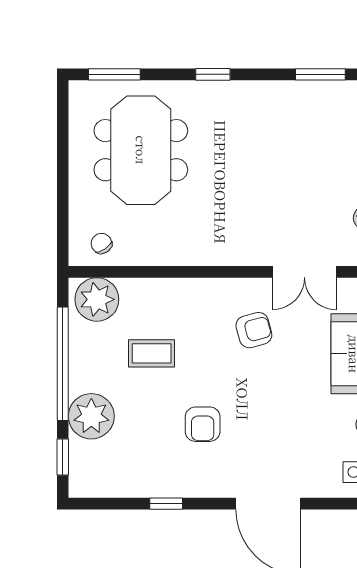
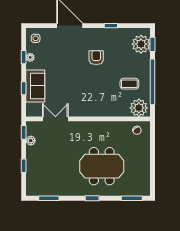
meeting table: (141, 150) -> (102, 166), moved, turned 90
armchair: (254, 330) -> (76, 95), removed
coffee table: (152, 353) -> (129, 84), moved
plant: (91, 416) -> (141, 44), moved

